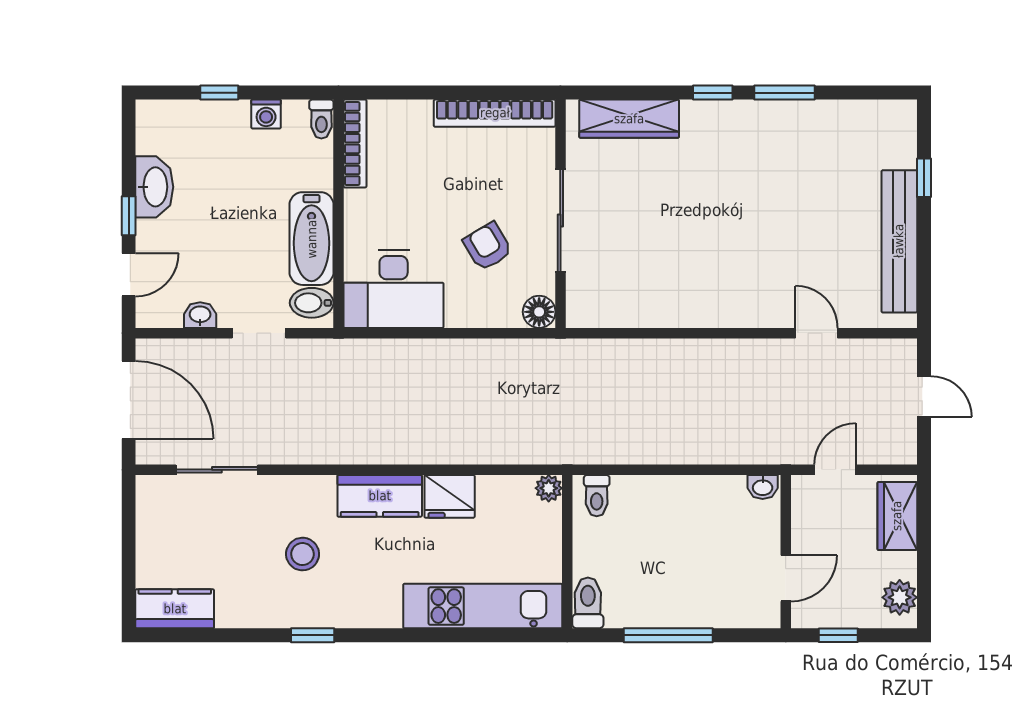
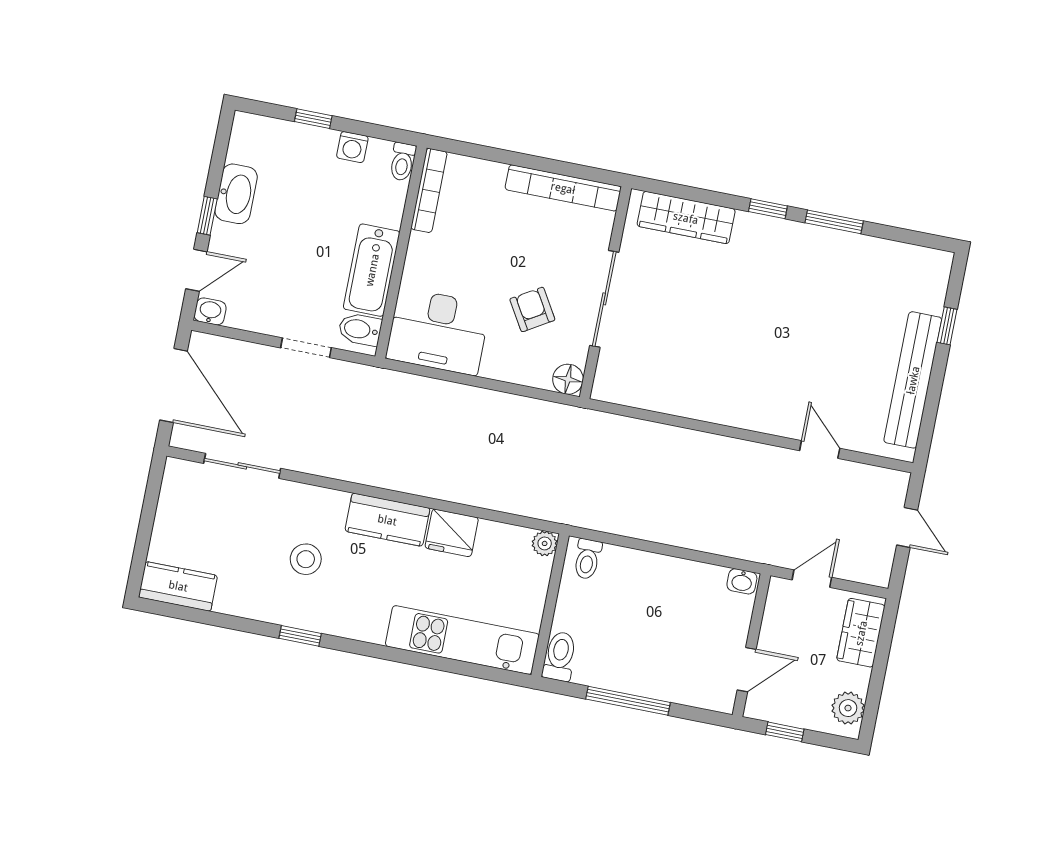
washbasin: (200, 315) -> (210, 311), moved

